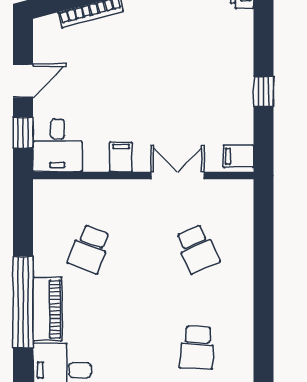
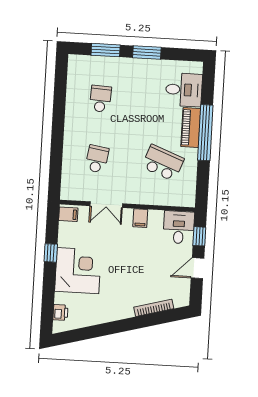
corner desk: (218, 65) -> (78, 271), added
school desk: (89, 249) -> (163, 163), width x1.85
school desk: (197, 249) -> (97, 159), turned 33

